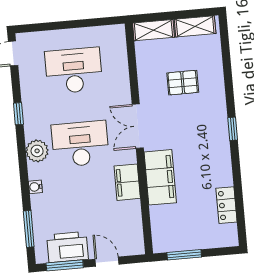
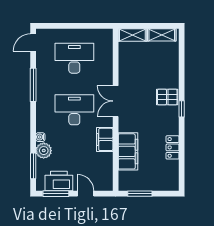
pallet: (183, 83) -> (167, 97), moved
window: (18, 114) -> (33, 85), width x2.17
plant: (37, 151) -> (44, 151), moved
filing cabinet: (160, 177) -> (128, 151), moved
locker: (226, 205) -> (173, 147), moved

